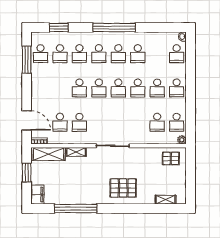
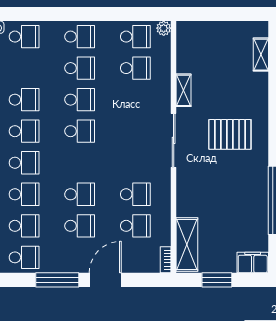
window: (27, 60) -> (57, 280), moved
school desk: (99, 88) -> (80, 226), moved
door: (27, 120) -> (105, 280), moved
shelving: (76, 152) -> (184, 90), moved
pallet: (171, 158) -> (194, 46), removed
pallet: (123, 188) -> (230, 134), moved, turned 90

